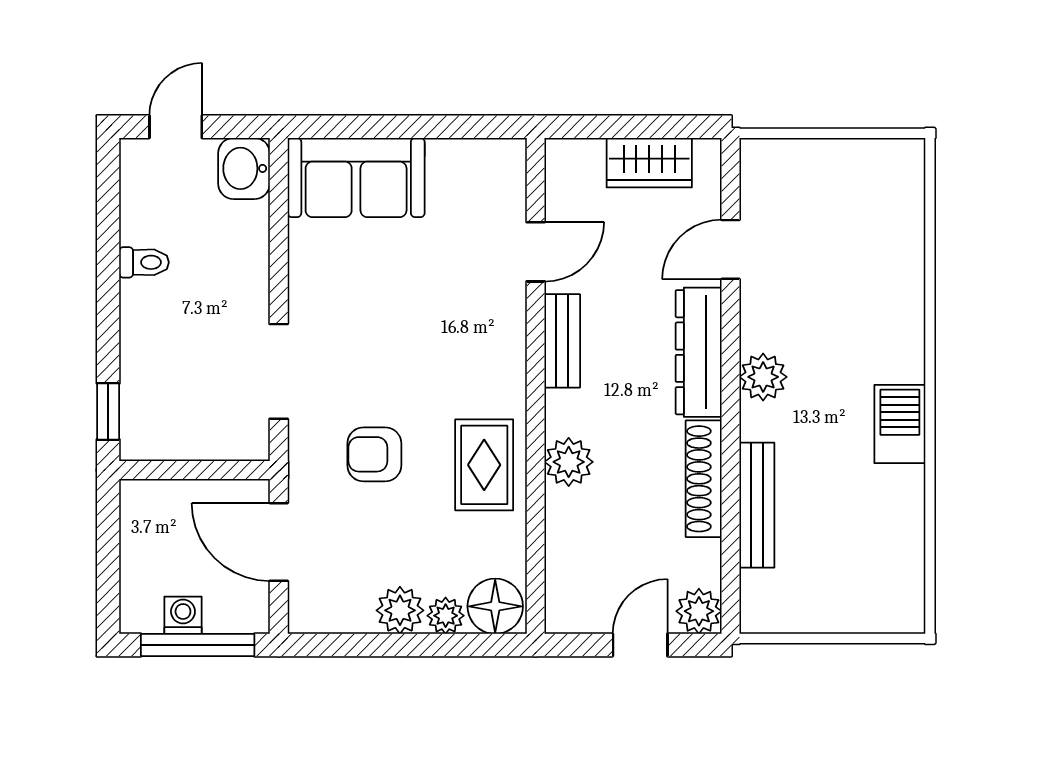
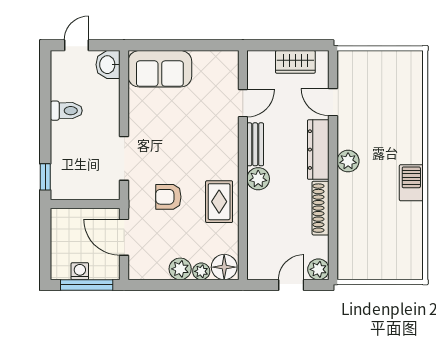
door: (731, 249) -> (333, 102), hinge flipped
toilet: (144, 262) -> (66, 111), width x1.37, depth x1.39
plant: (569, 462) -> (258, 179), moved
bench: (757, 505) -> (345, 220), removed

